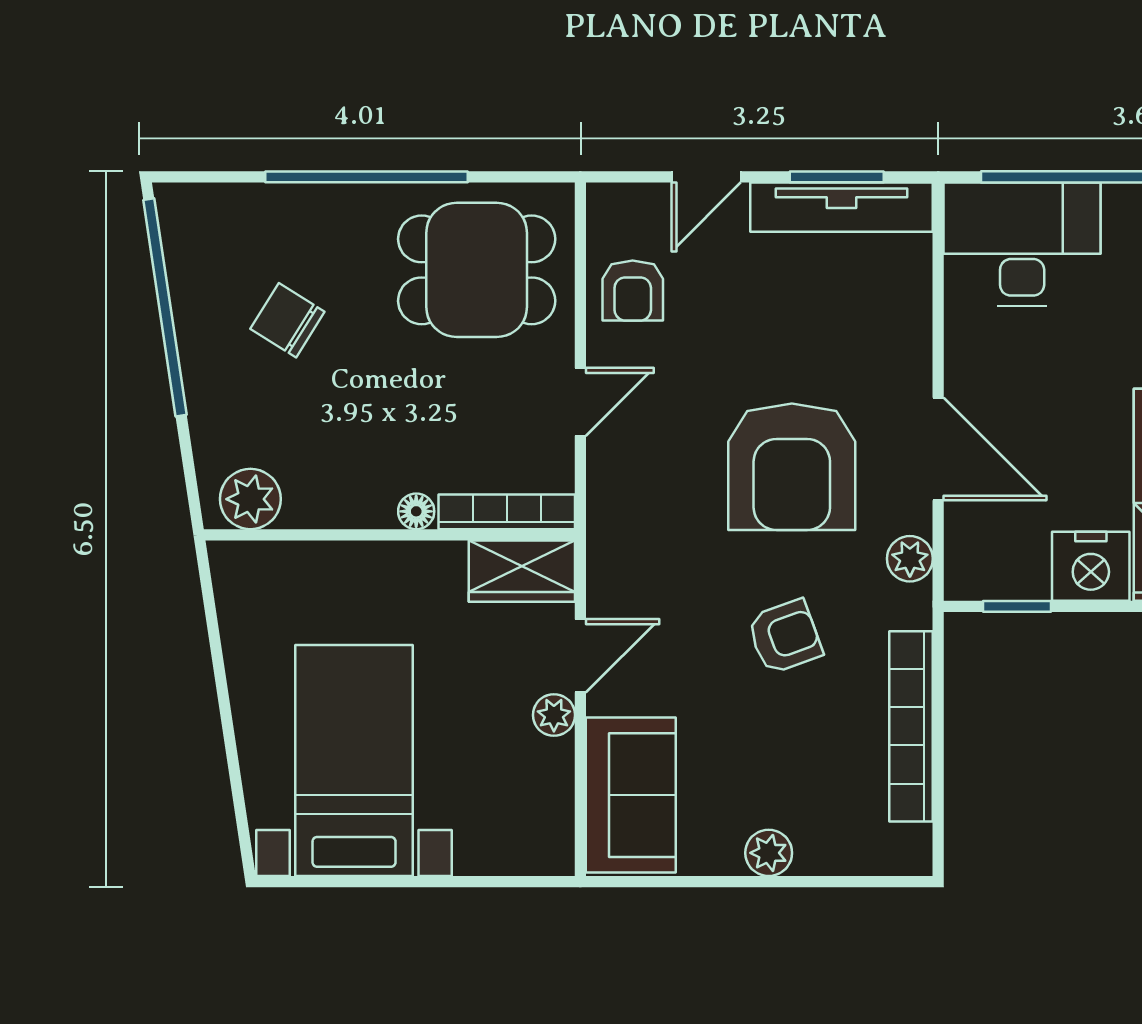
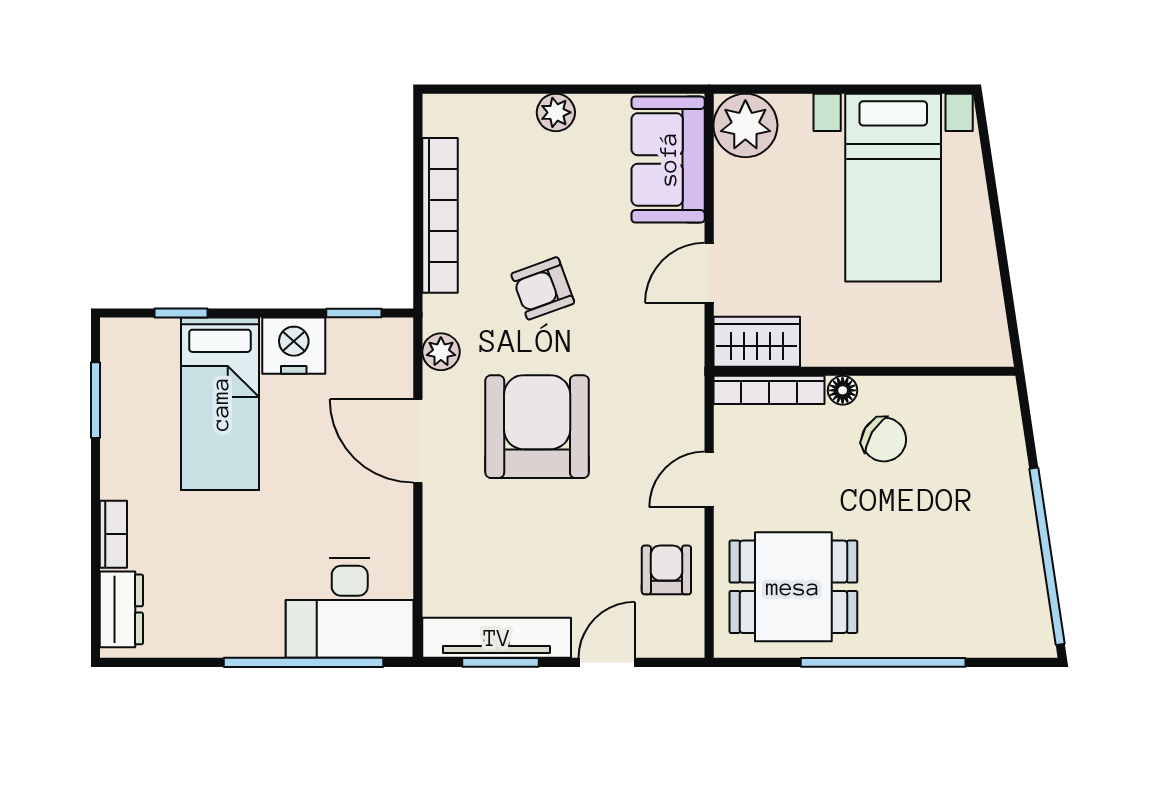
chair: (287, 320) -> (884, 440), moved
plant: (250, 499) -> (977, 400), removed
plant: (554, 715) -> (745, 125), moved, width x1.87, depth x1.87

